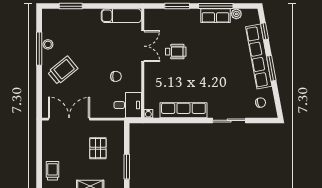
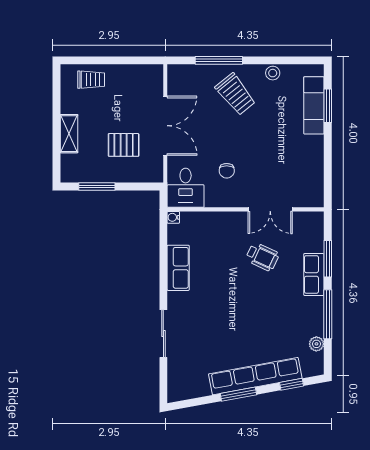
exam couch: (121, 16) -> (314, 105), moved
row of seats: (216, 16) -> (314, 274), moved
window: (39, 49) -> (219, 60), moved
wheelchair: (176, 52) -> (262, 257), turned -65
chair: (261, 103) -> (189, 379), removed
row of seats: (183, 110) -> (178, 268), width x0.68
double door: (69, 119) -> (165, 126), moved

